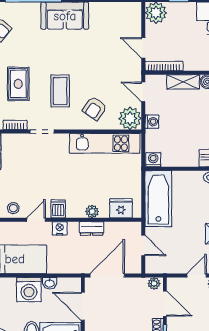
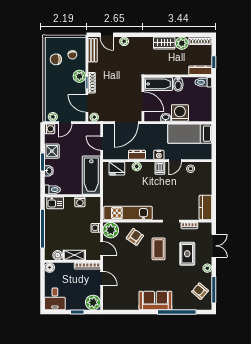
washing machine: (153, 160) -> (80, 202), moved

